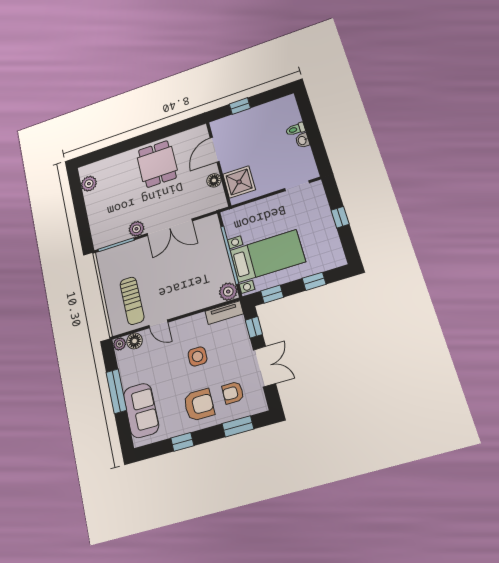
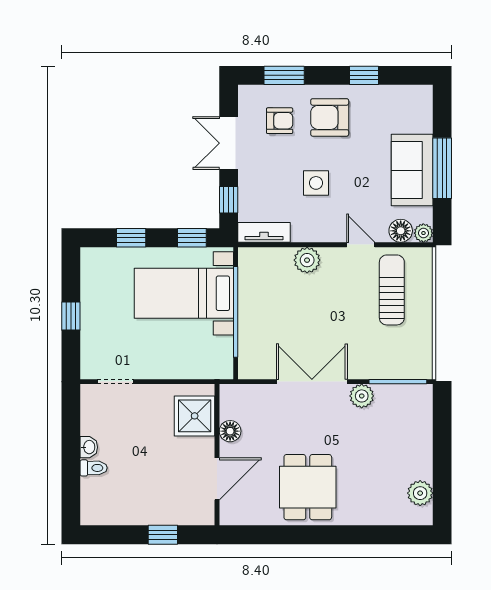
plant: (228, 292) -> (307, 260), moved
sofa: (141, 410) -> (412, 170), moved

